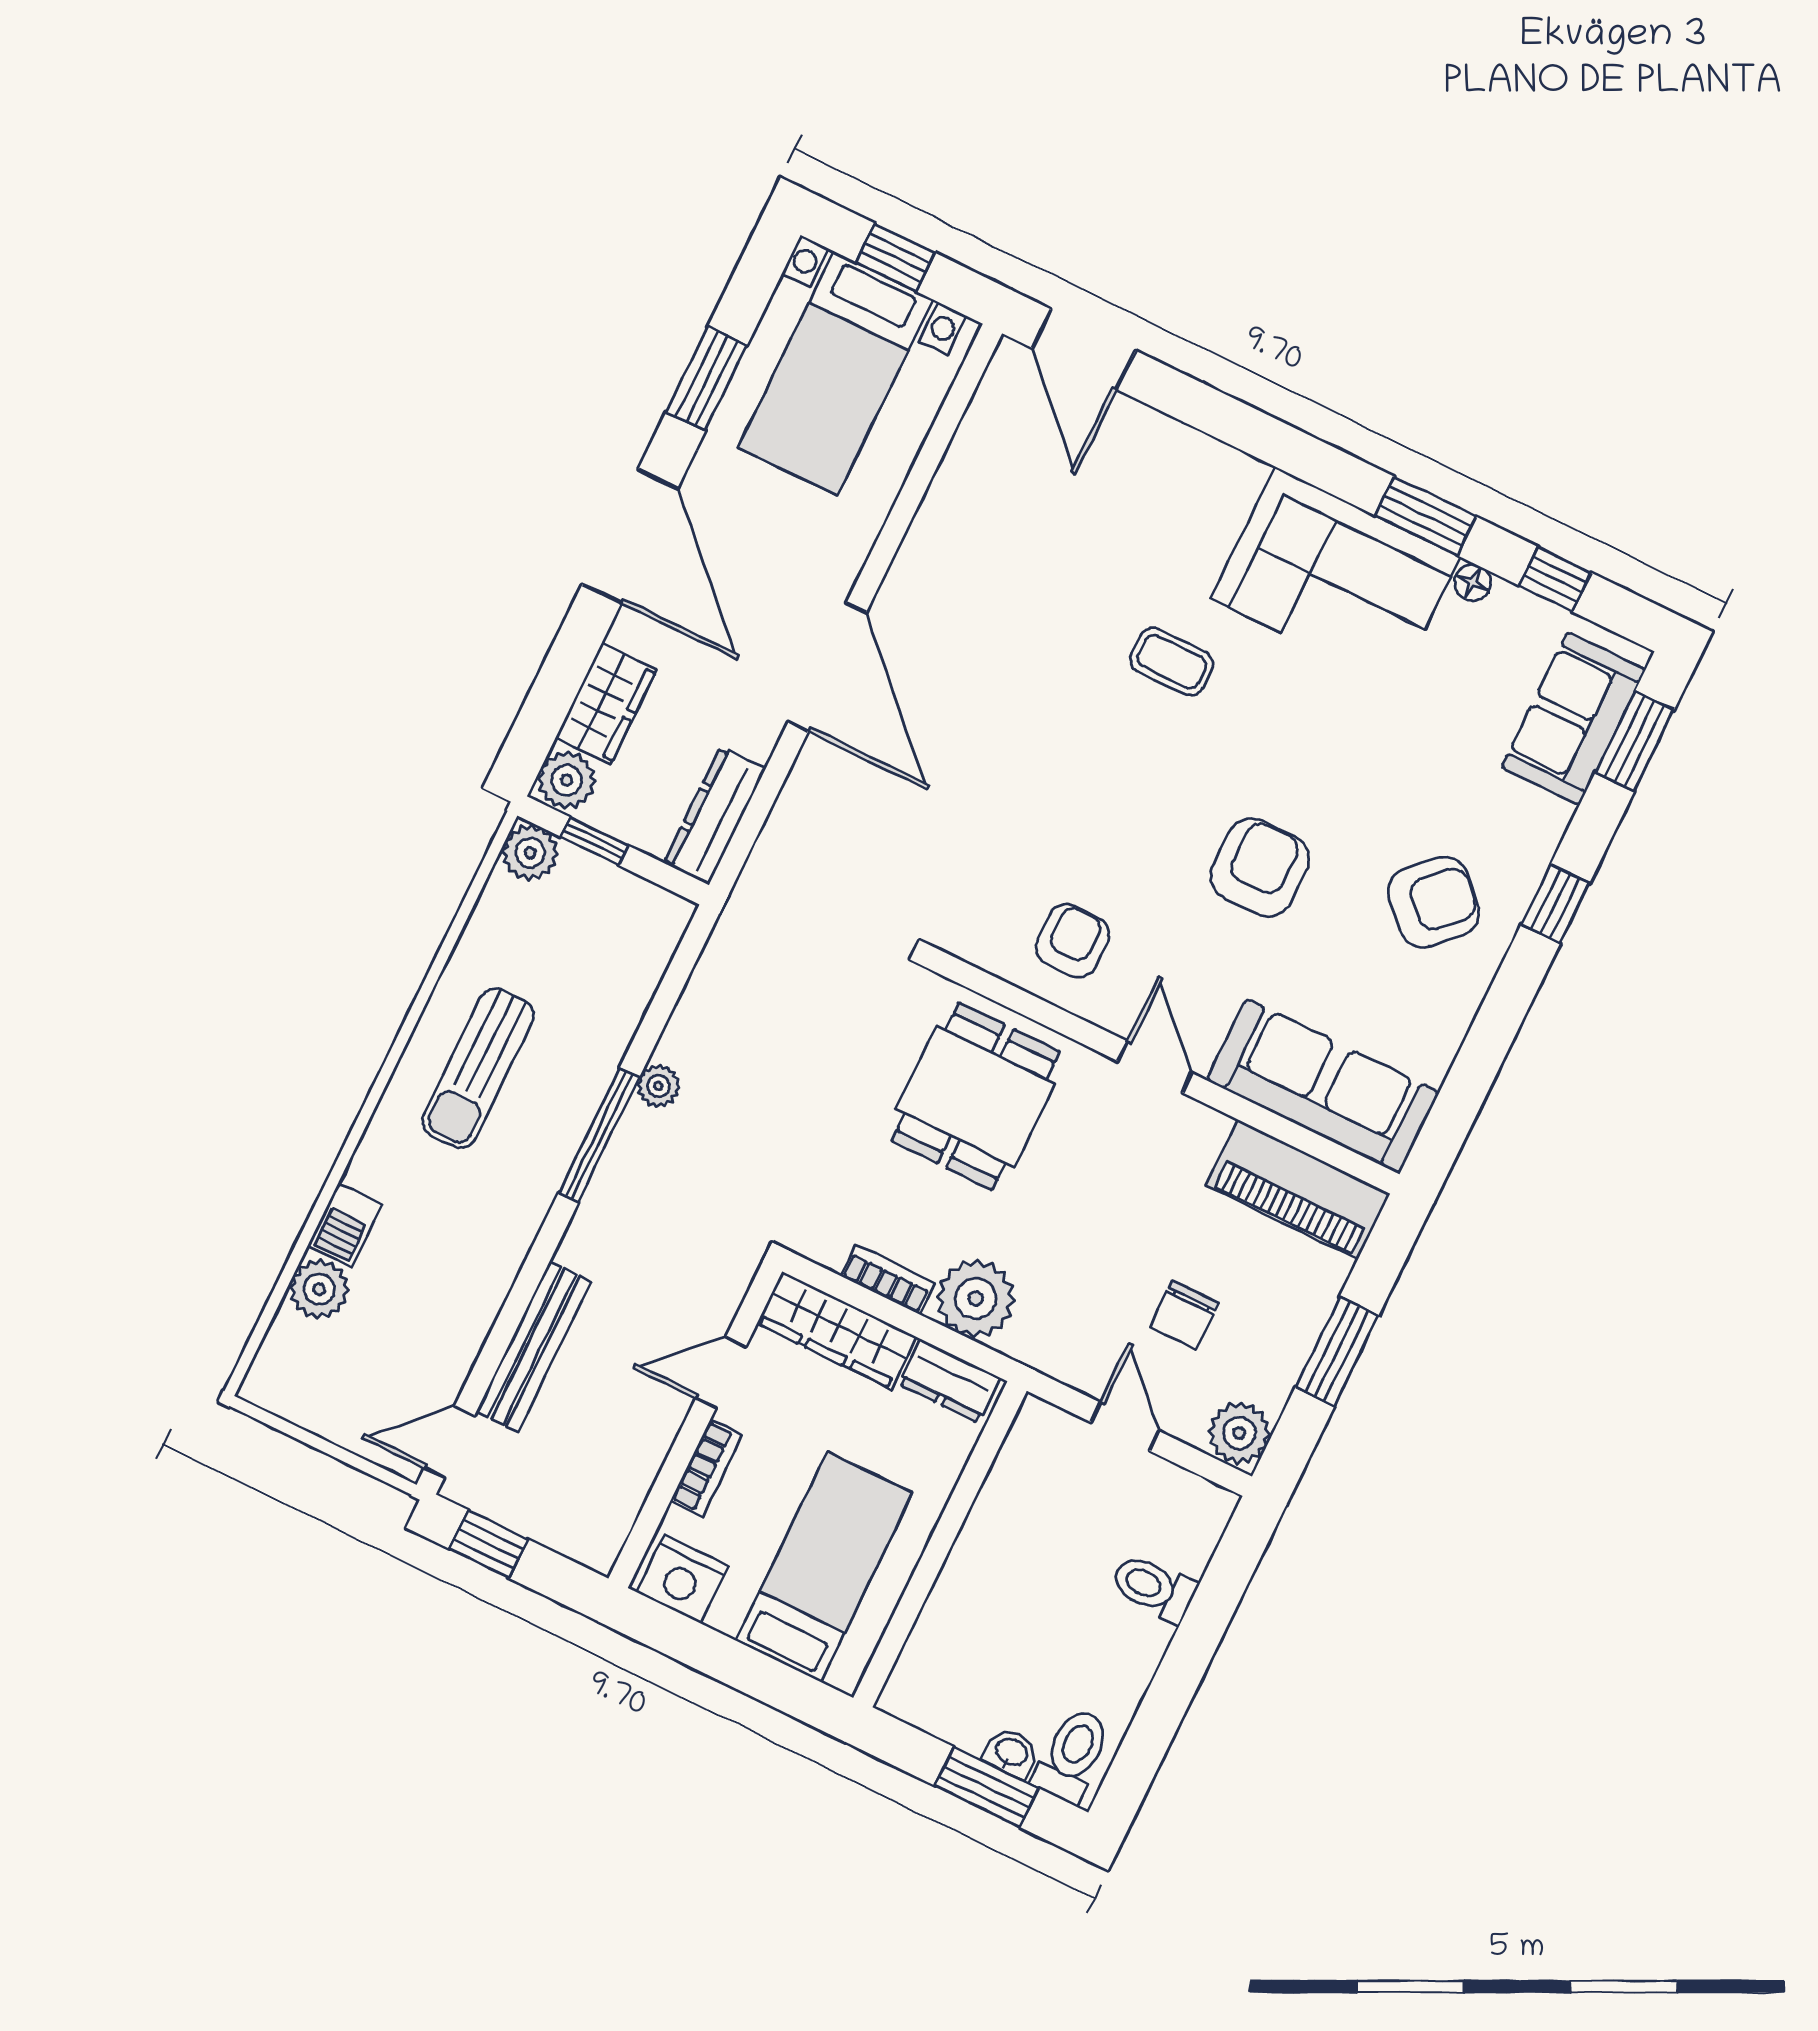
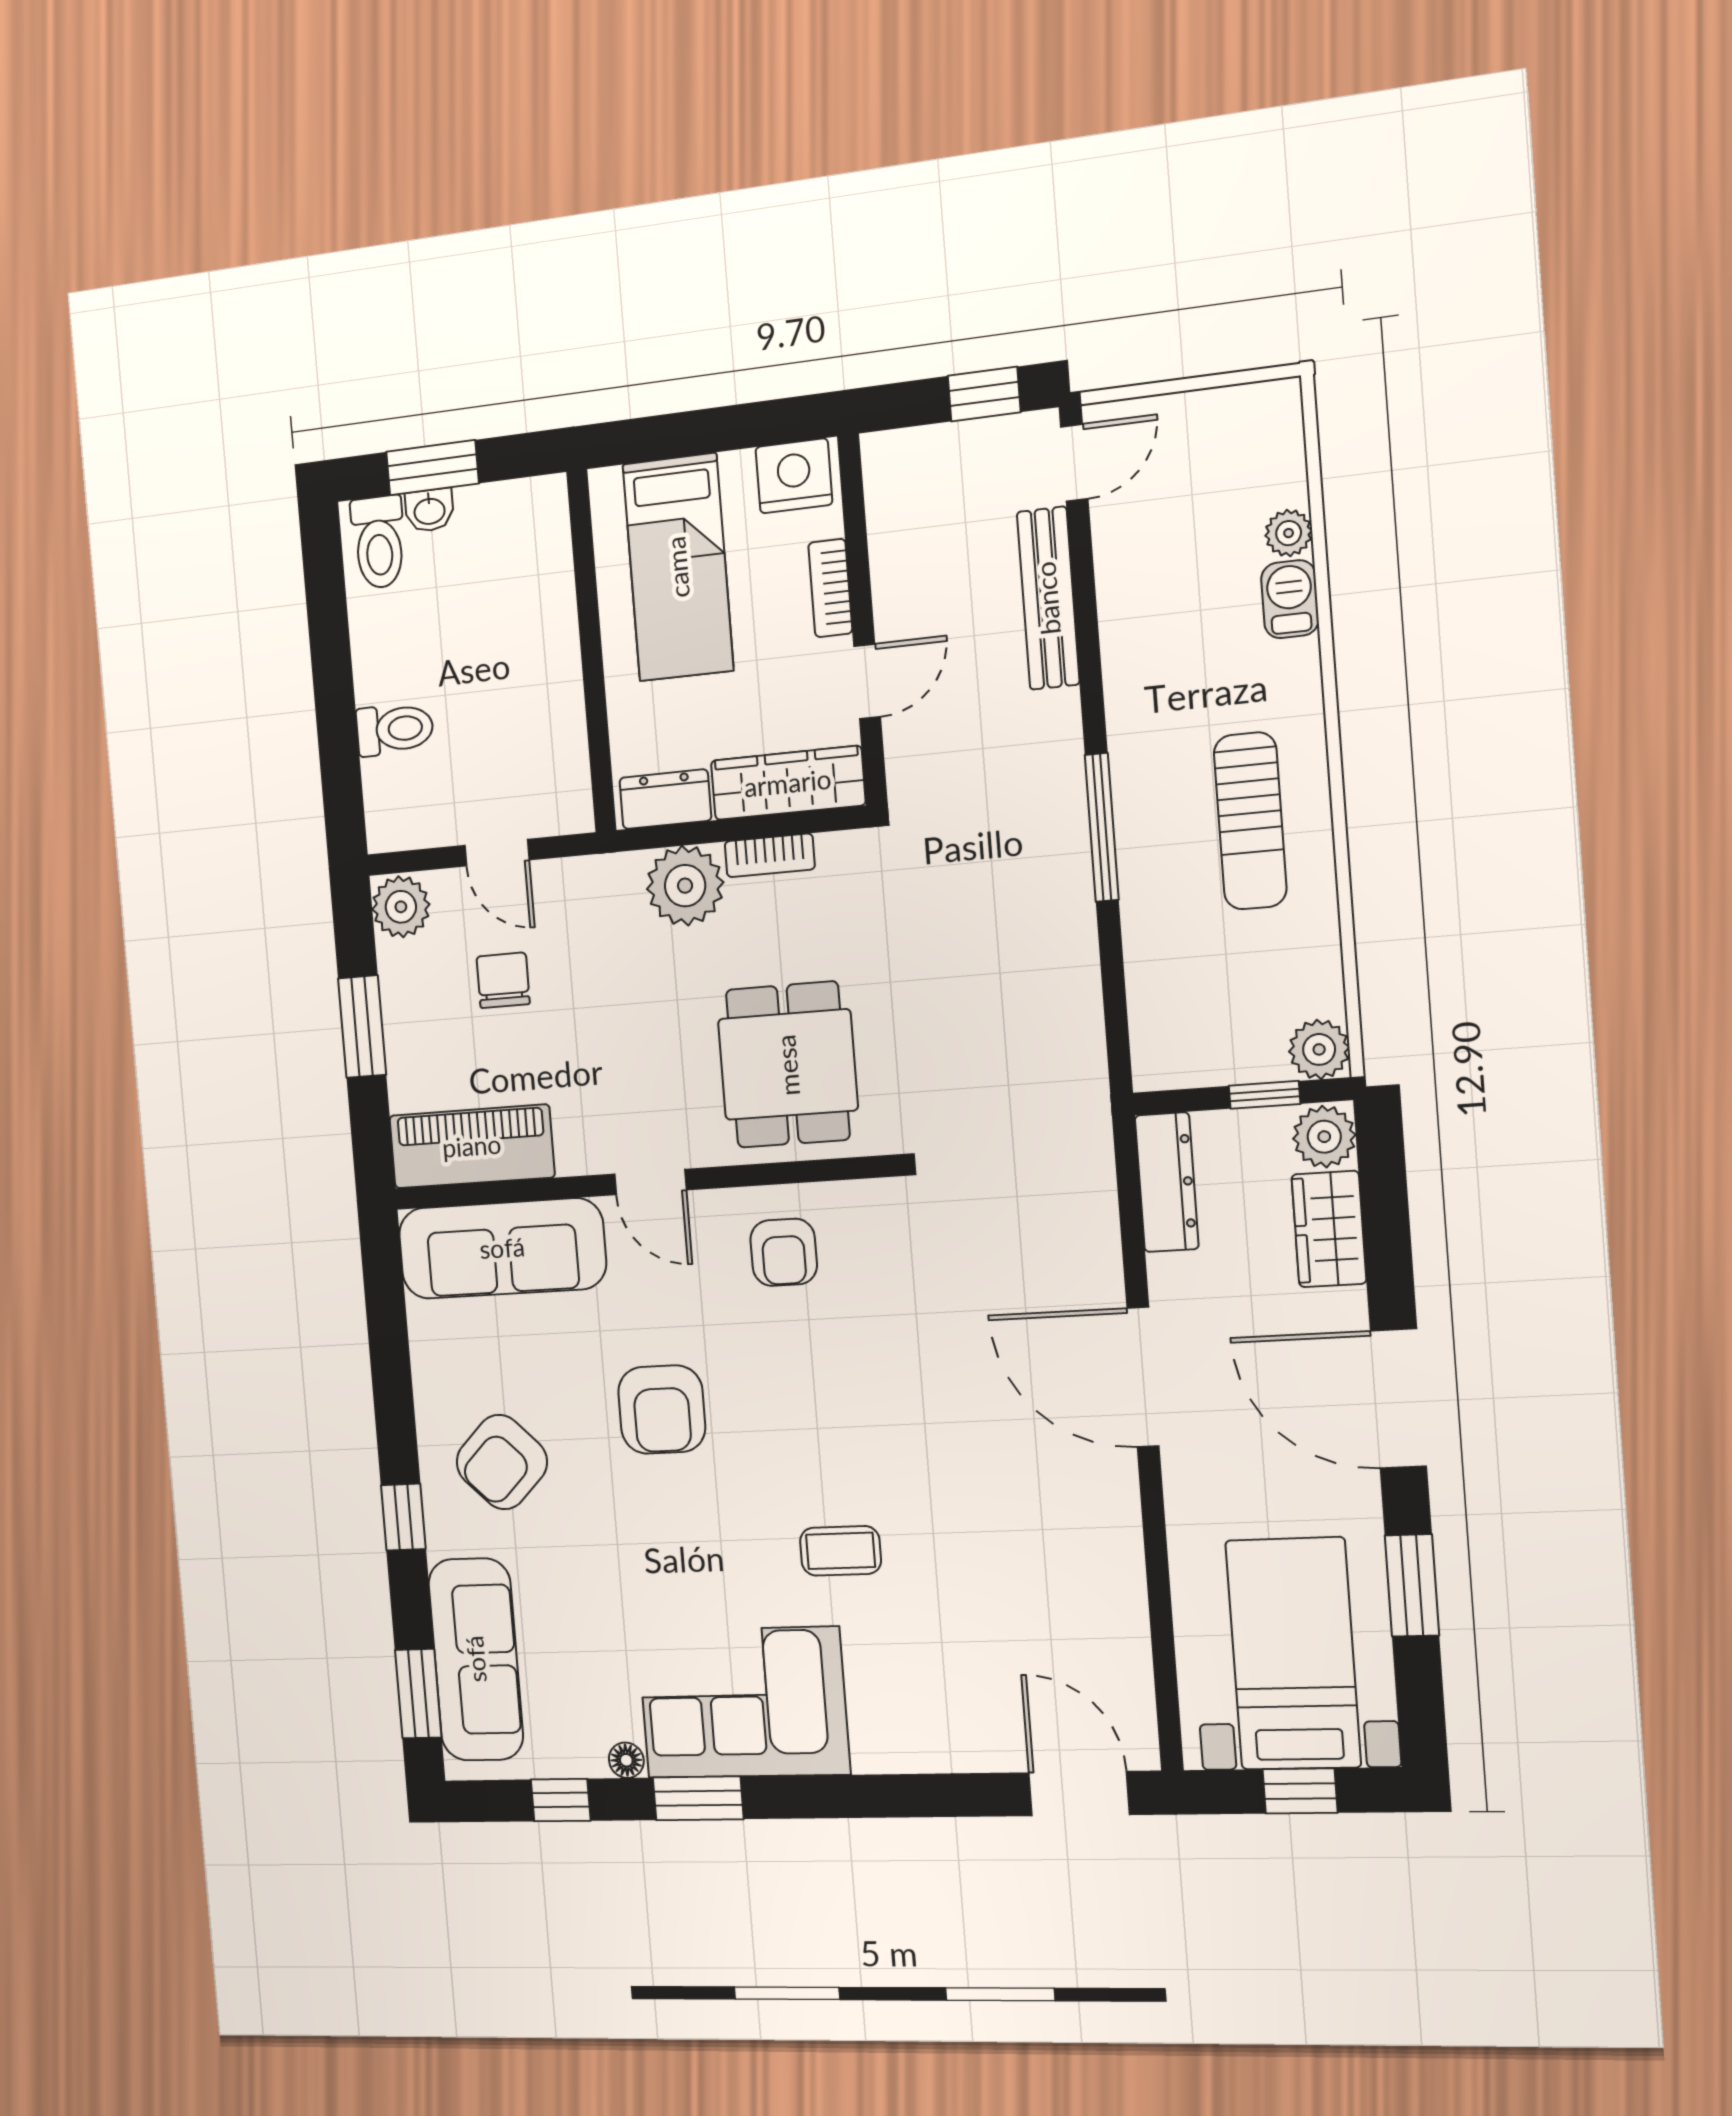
sofa: (1573, 719) -> (476, 1659), width x1.36
sun lounger: (478, 1068) -> (1250, 821), turned 180
plant: (658, 1086) -> (1074, 905), removed
plant: (319, 1289) -> (1289, 533), width x0.73, depth x0.73

